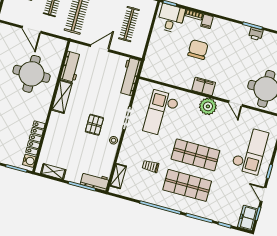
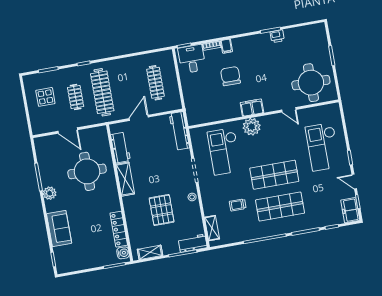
plant: (208, 106) -> (252, 127), moved
pallet: (94, 125) -> (162, 210), moved, width x1.50, depth x1.42
checkout: (250, 151) -> (323, 147), turned 180

